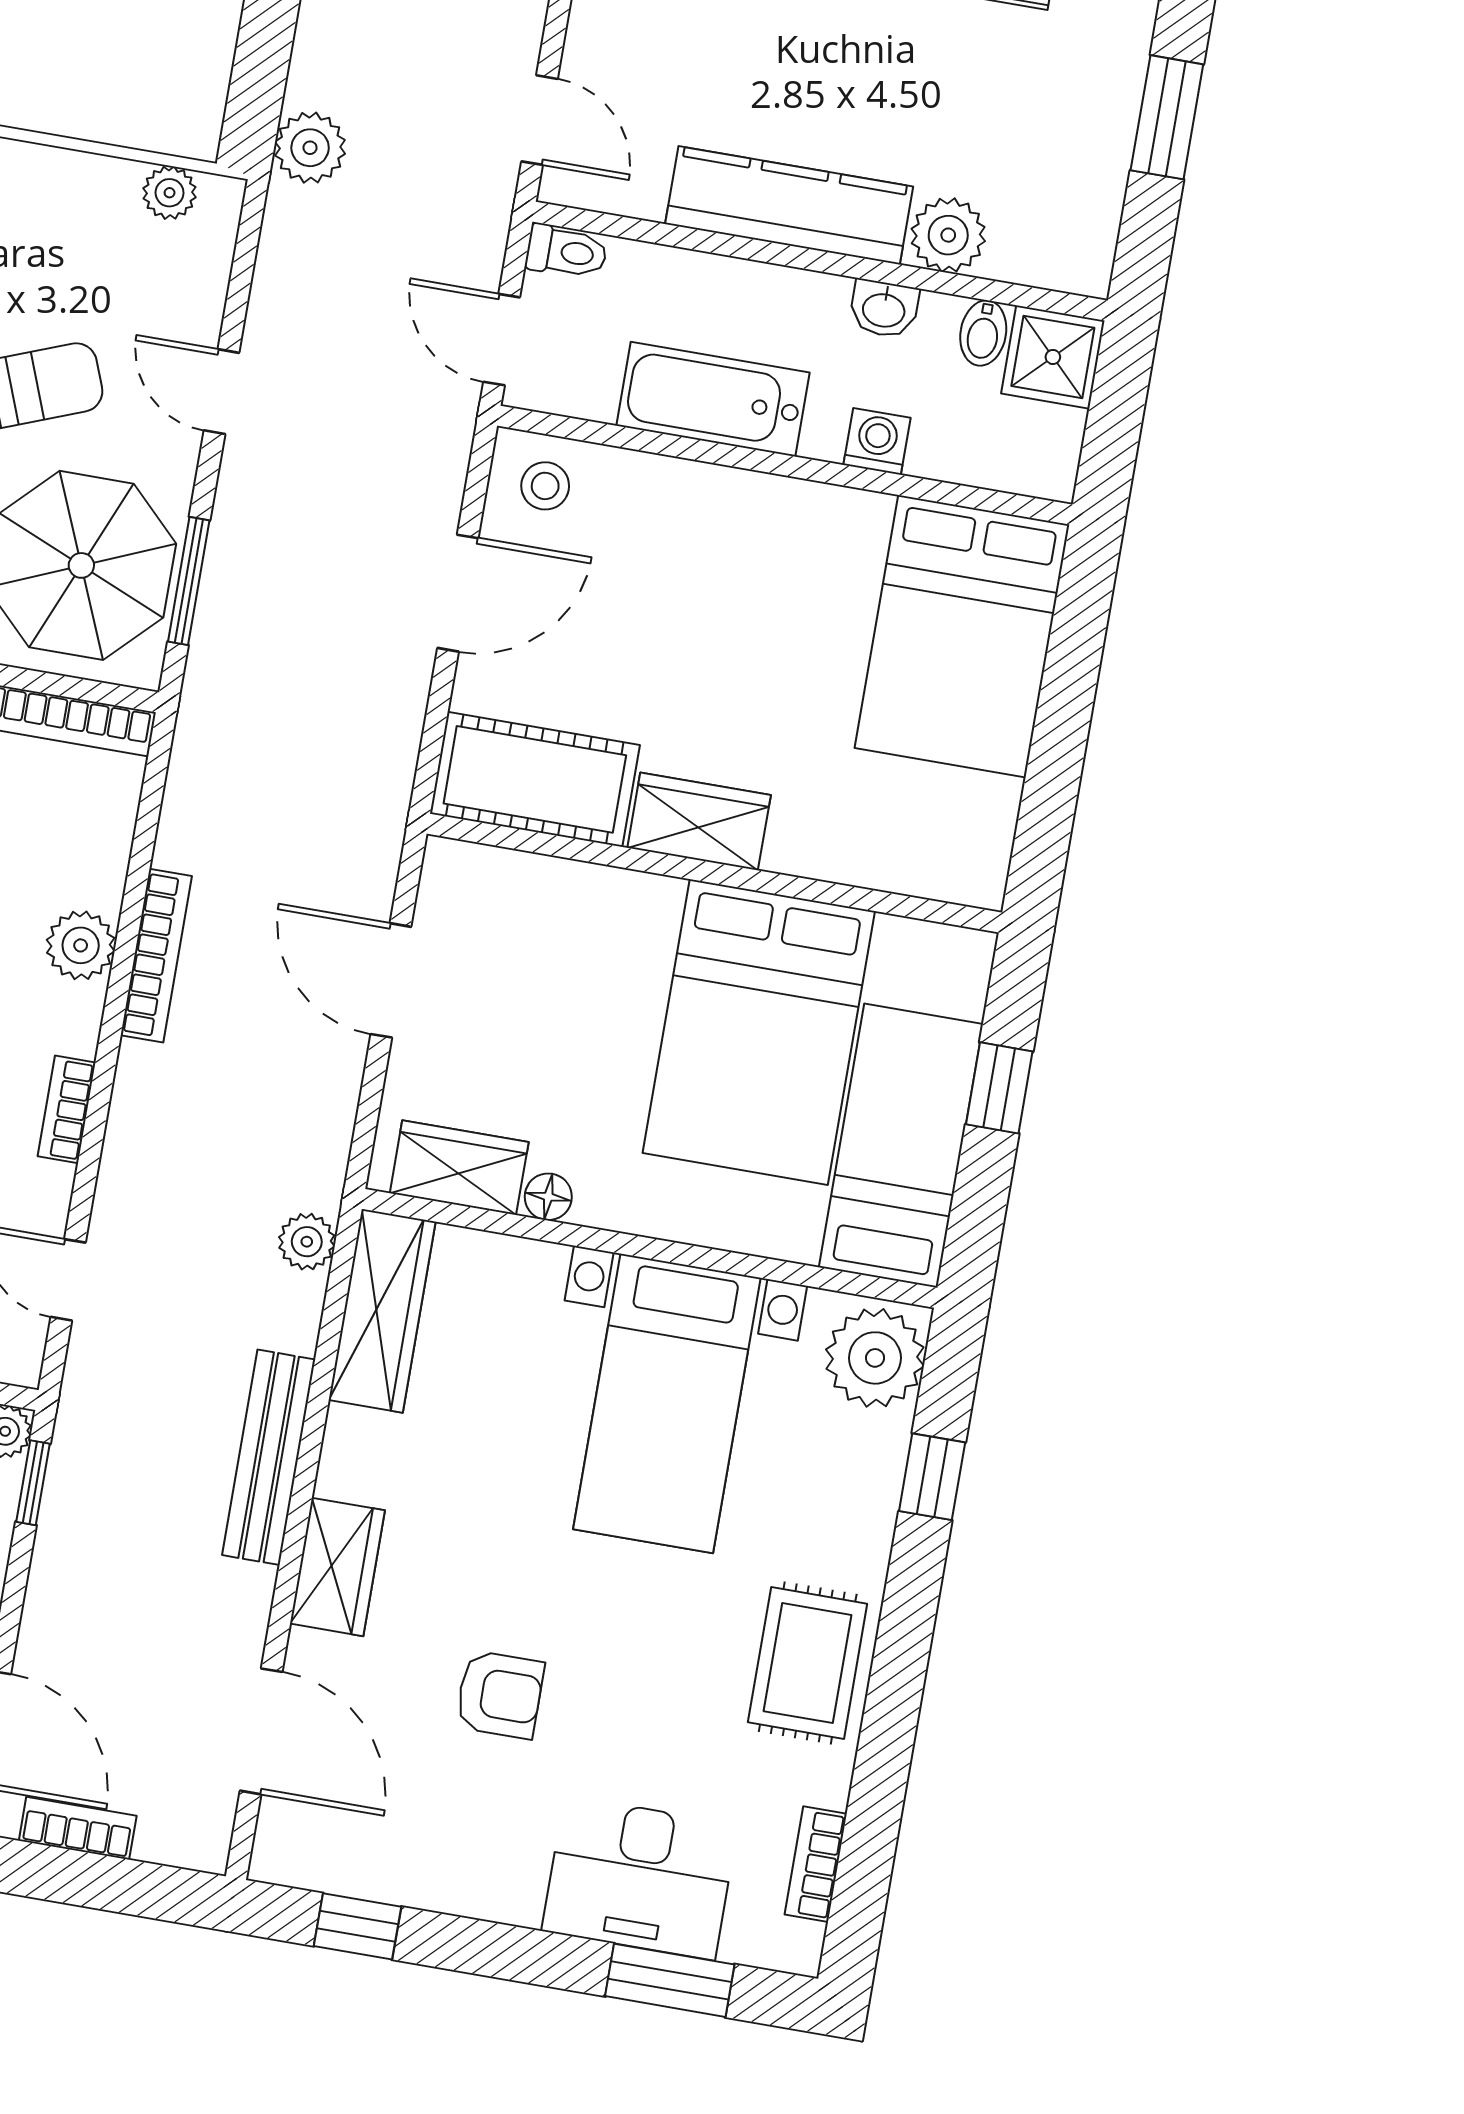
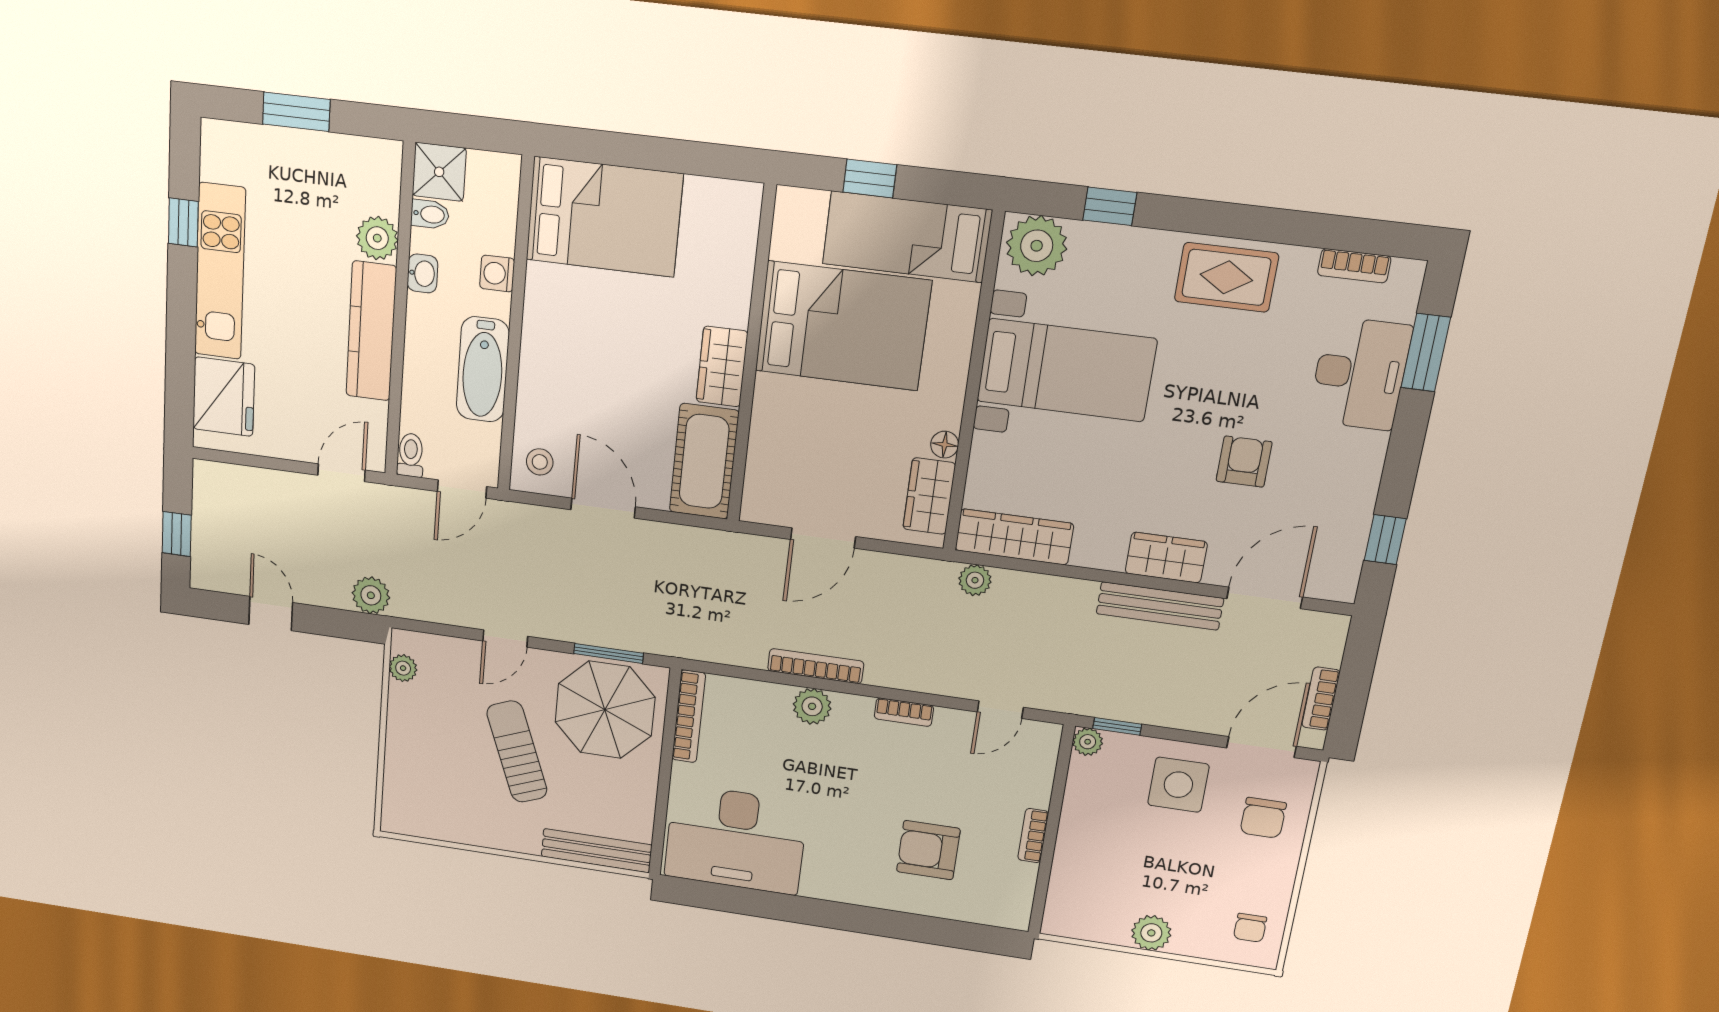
bench: (269, 1457) -> (1160, 606), moved

